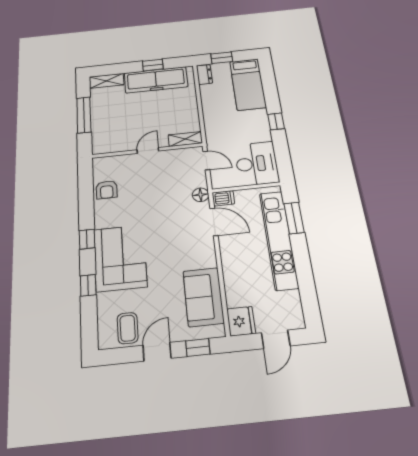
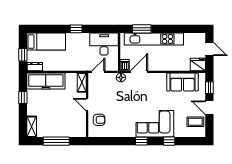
freezer: (156, 80) -> (46, 81), moved, turned 90
armchair: (107, 190) -> (99, 120), moved

